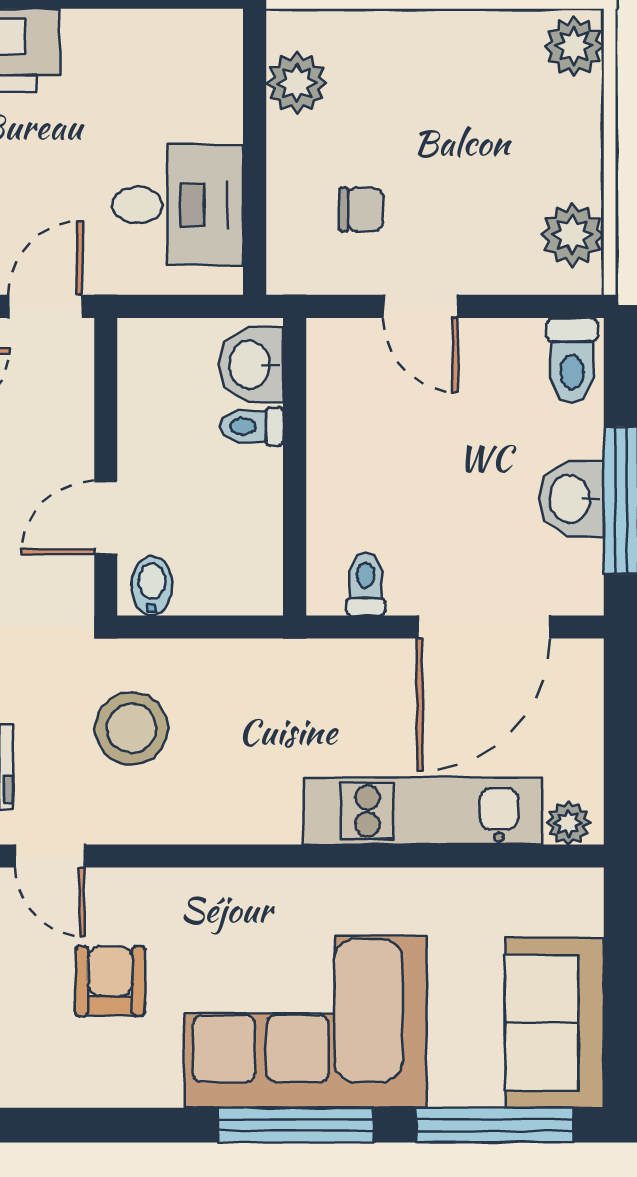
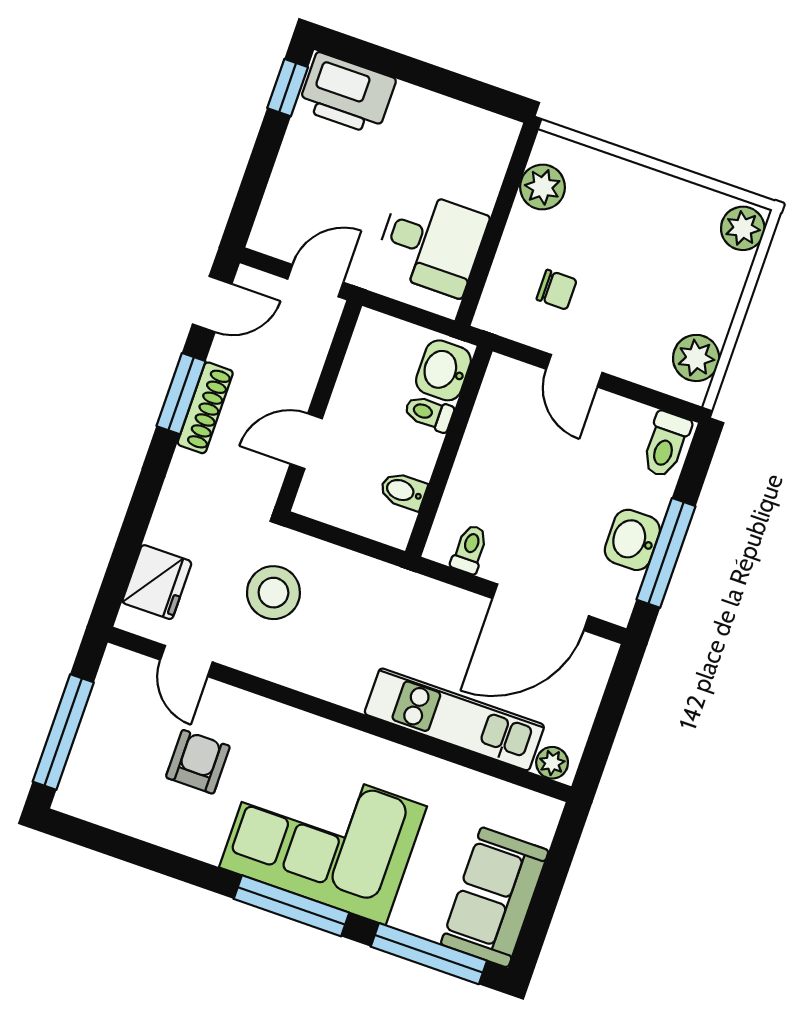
bidet: (152, 586) -> (403, 491), moved, turned -90

